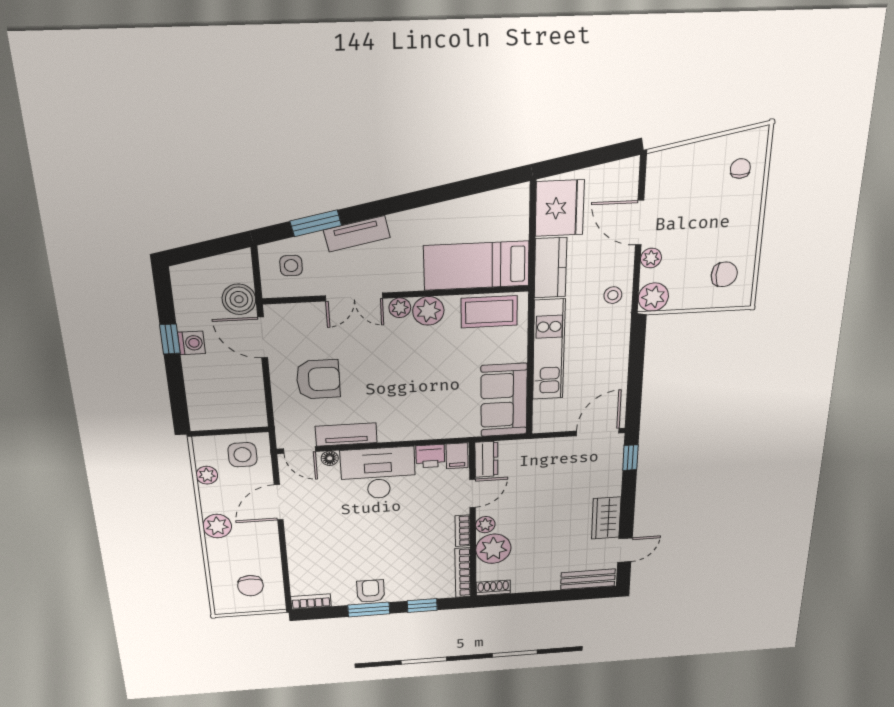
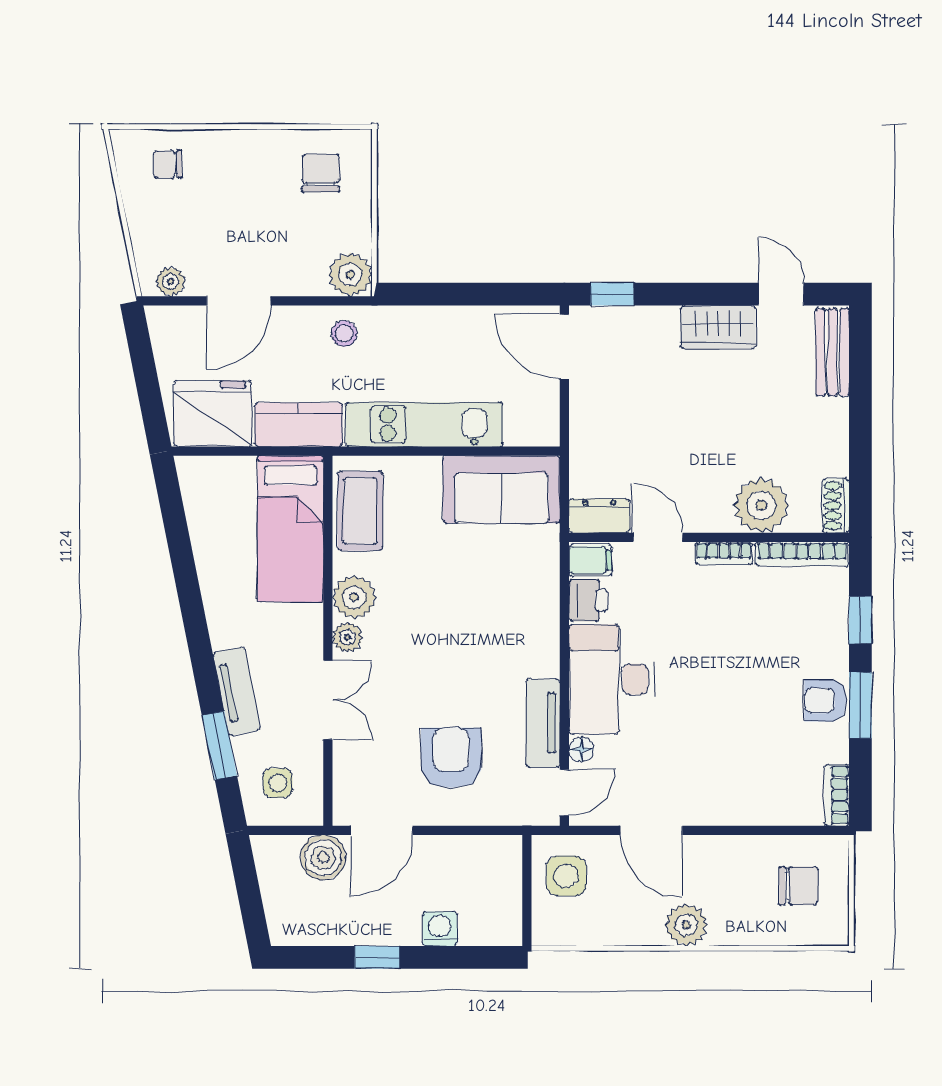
plant: (651, 258) -> (171, 282), moved
washing machine: (191, 343) -> (440, 929), moved
plant: (207, 475) -> (597, 931), removed
plant: (485, 525) -> (716, 518), removed

